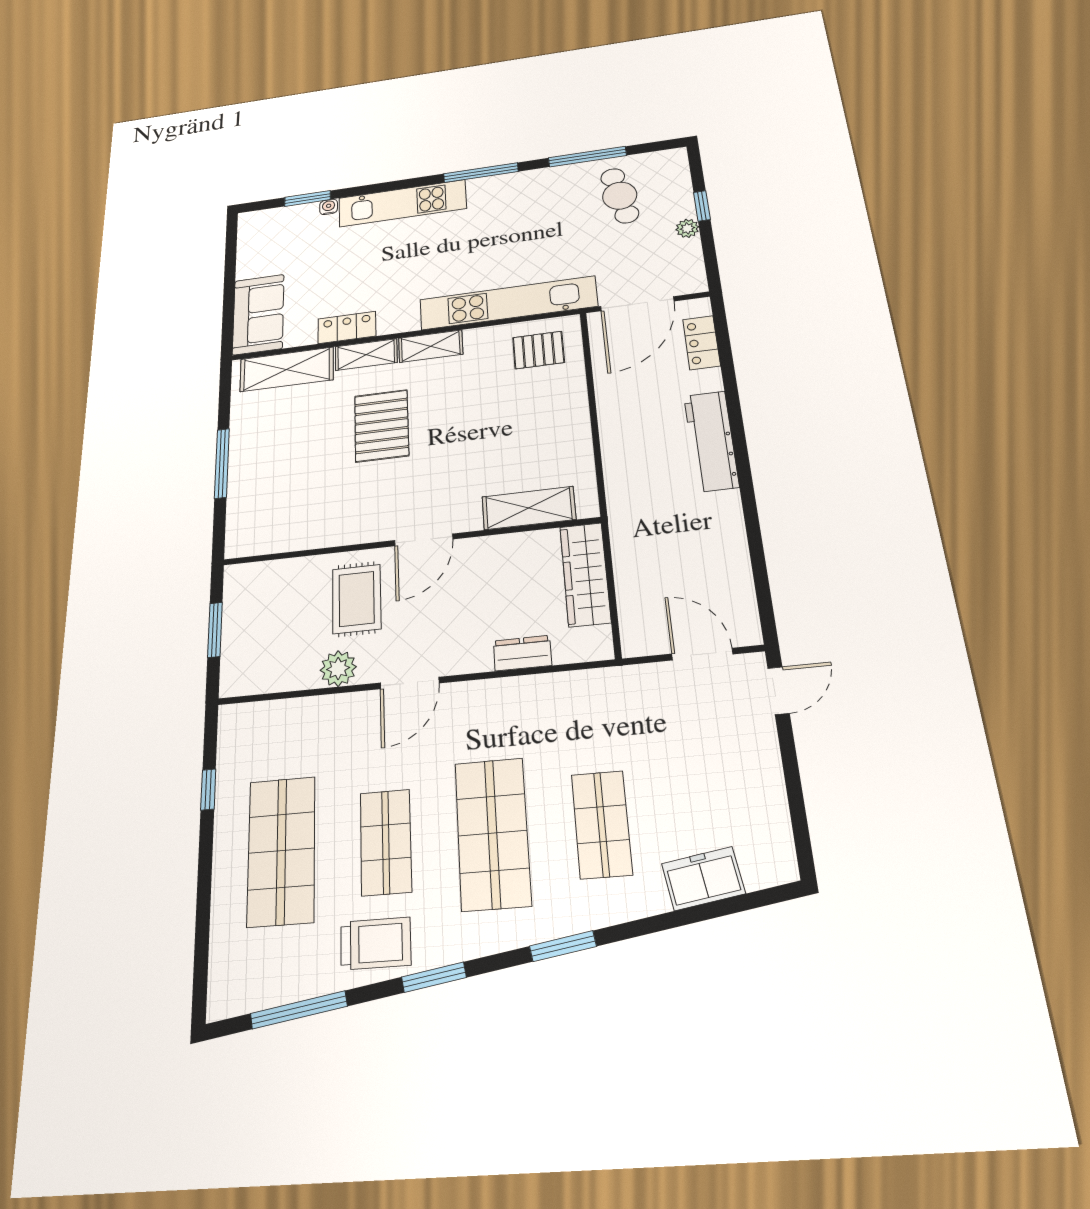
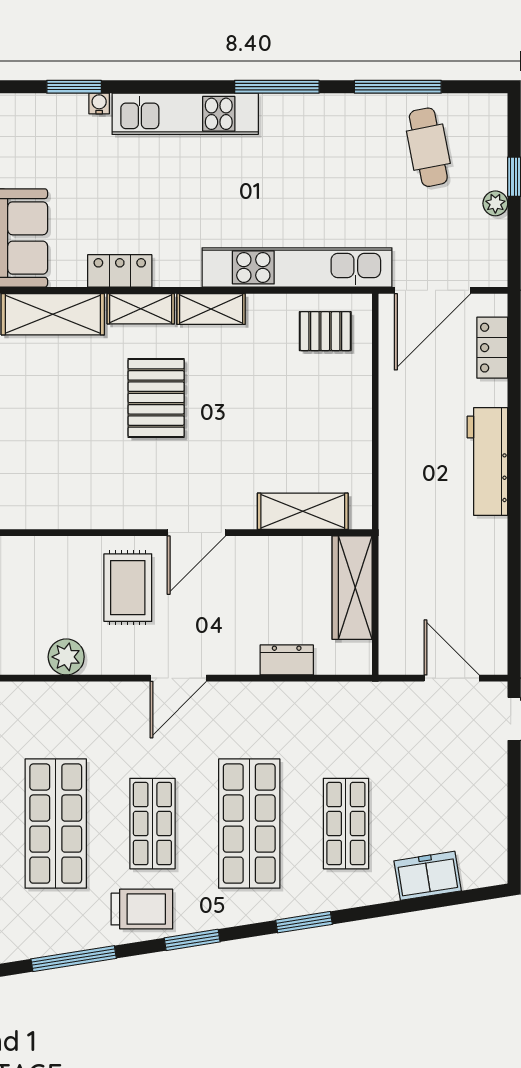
plant: (338, 669) -> (66, 657), moved

